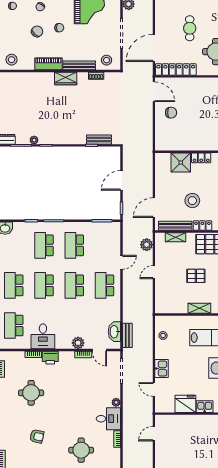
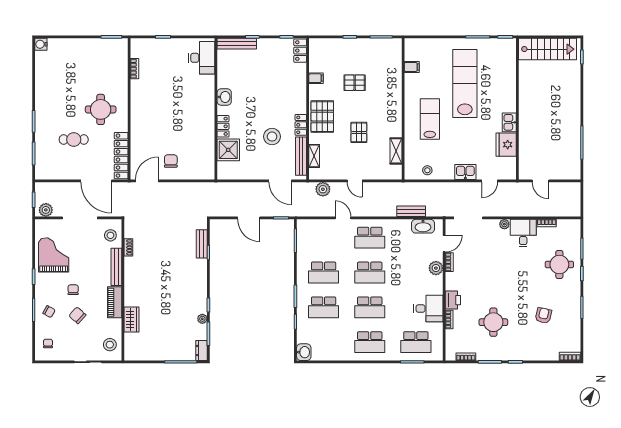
wardrobe: (66, 78) -> (131, 319), moved
shelving: (199, 308) -> (396, 151), moved
bench: (127, 335) -> (411, 211), moved

